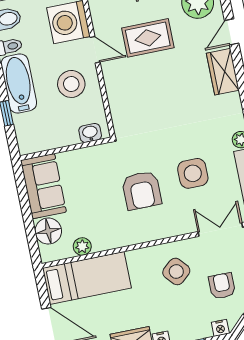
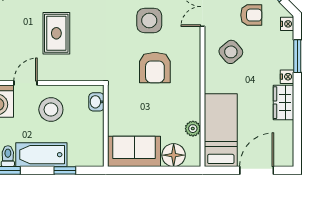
rug: (148, 38) -> (56, 33), moved
armchair: (142, 190) -> (155, 68), turned 90
armchair: (222, 286) -> (251, 15), turned 180

